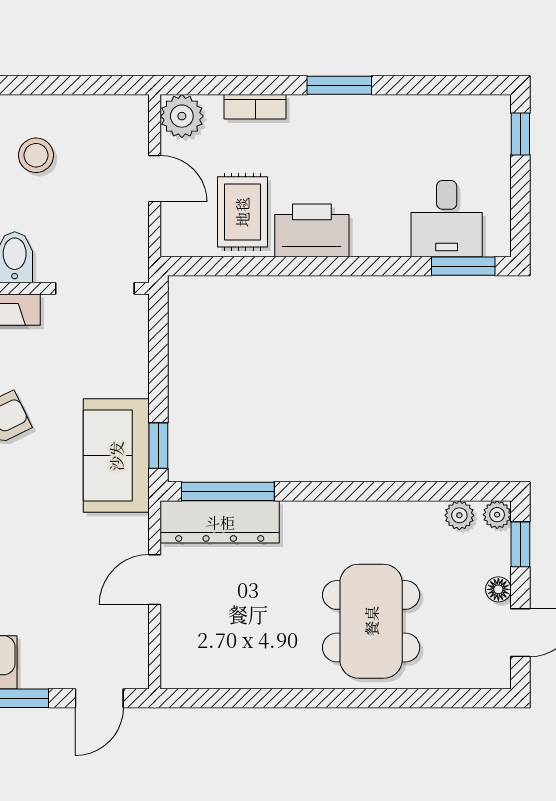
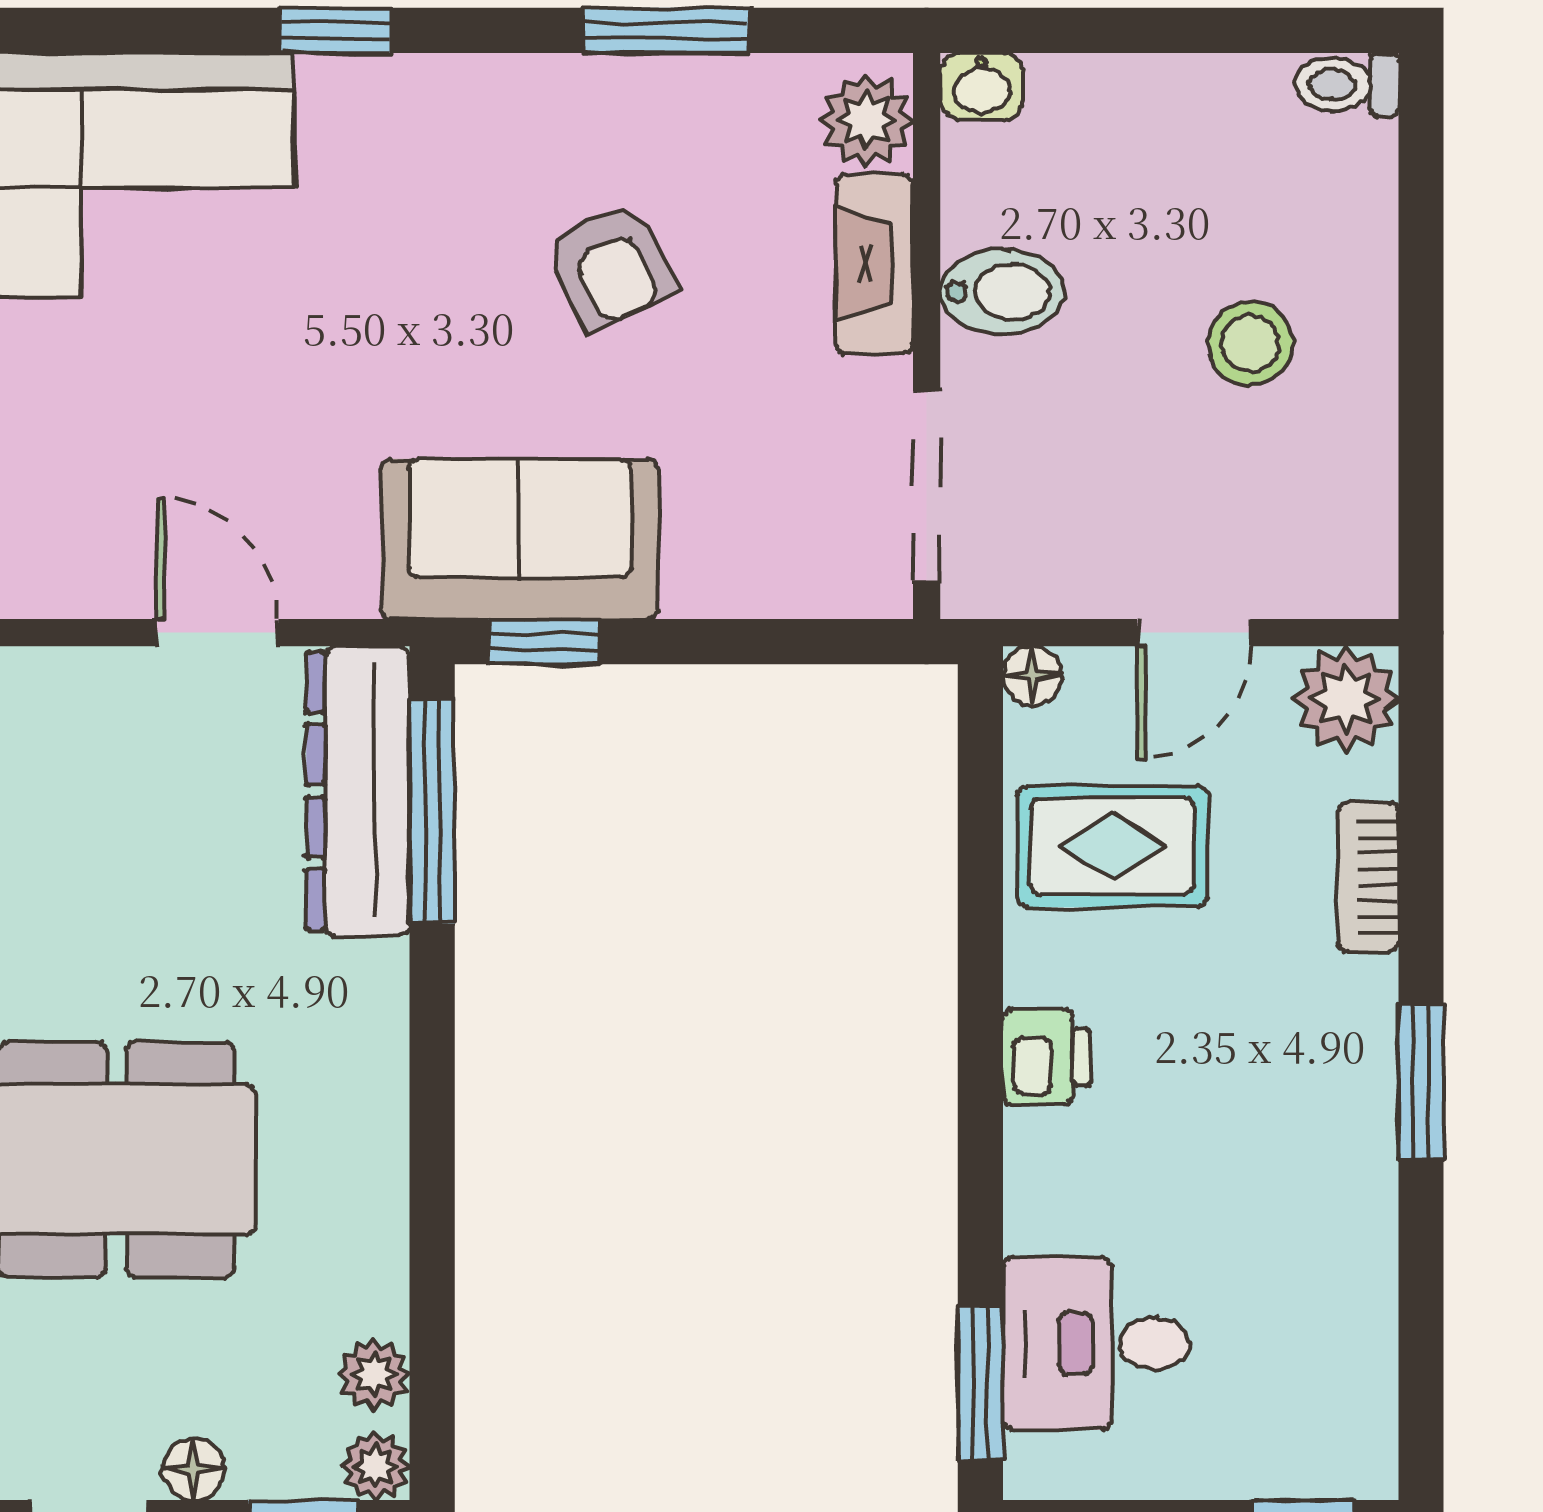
printer: (312, 230) -> (1047, 1057), width x0.53, depth x0.68
floor lamp: (172, 245) -> (1032, 676), added

